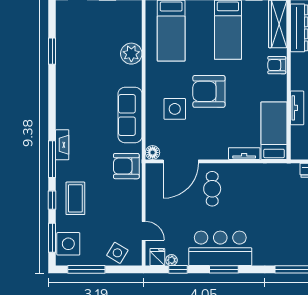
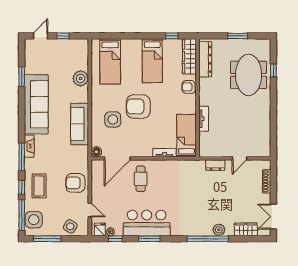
sofa: (72, 88) -> (36, 104), added
armchair: (126, 166) -> (75, 183), moved
window: (52, 238) -> (22, 215), width x1.44

